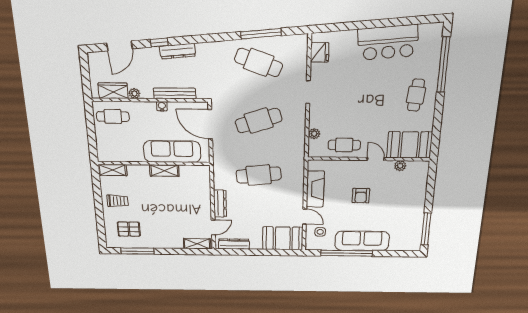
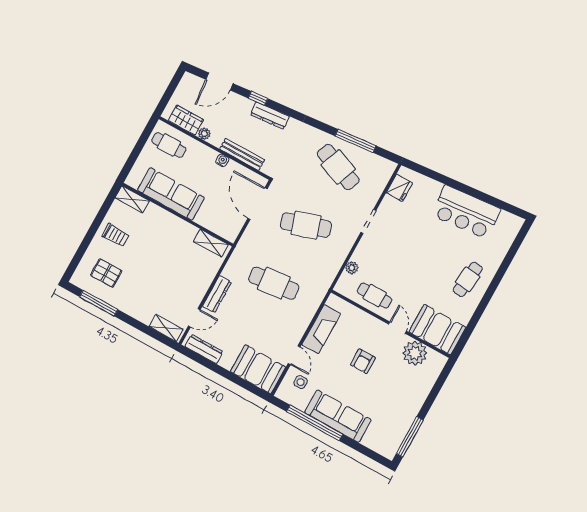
window: (443, 65) -> (507, 262), removed
sofa: (172, 152) -> (171, 194), moved
plant: (400, 166) -> (415, 353), width x1.87, depth x1.87
shelving: (164, 171) -> (211, 243), moved

